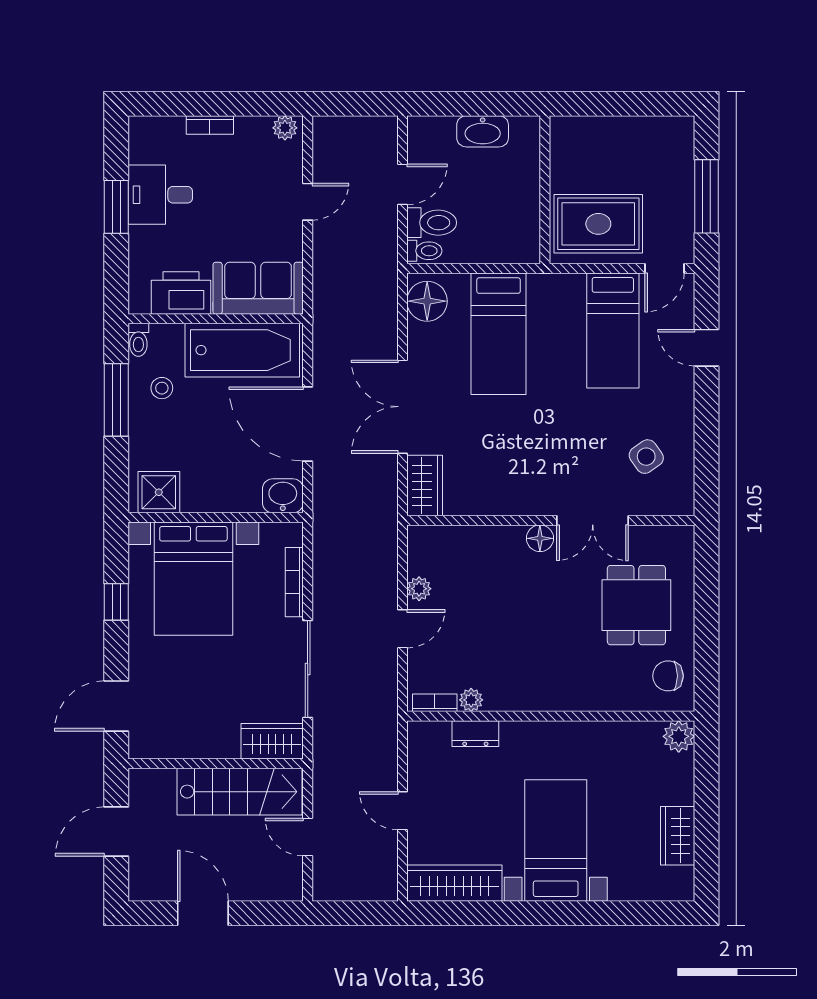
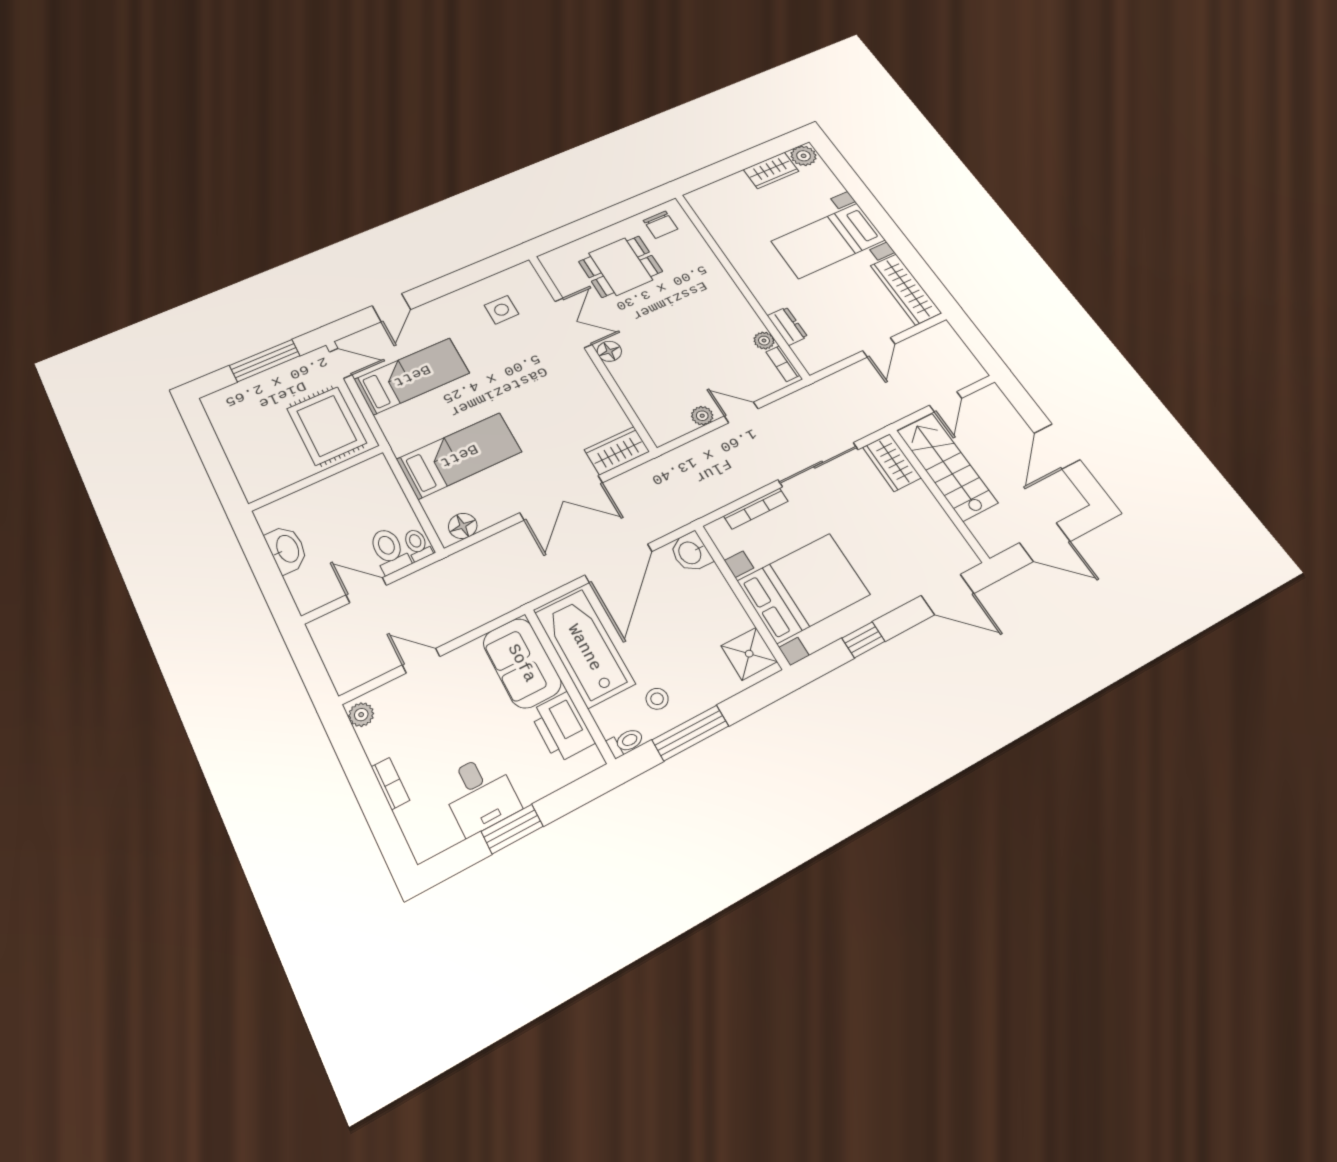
floor lamp: (427, 301) -> (463, 526), width x0.73, depth x0.73
side table: (646, 457) -> (502, 310), turned 35
plant: (679, 736) -> (804, 156), moved

